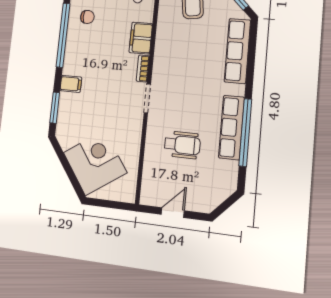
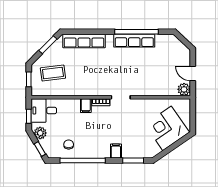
filing cabinet: (141, 38) -> (86, 106), width x0.50
wheelchair: (182, 145) -> (149, 71), removed
plant: (150, 196) -> (184, 89), added

